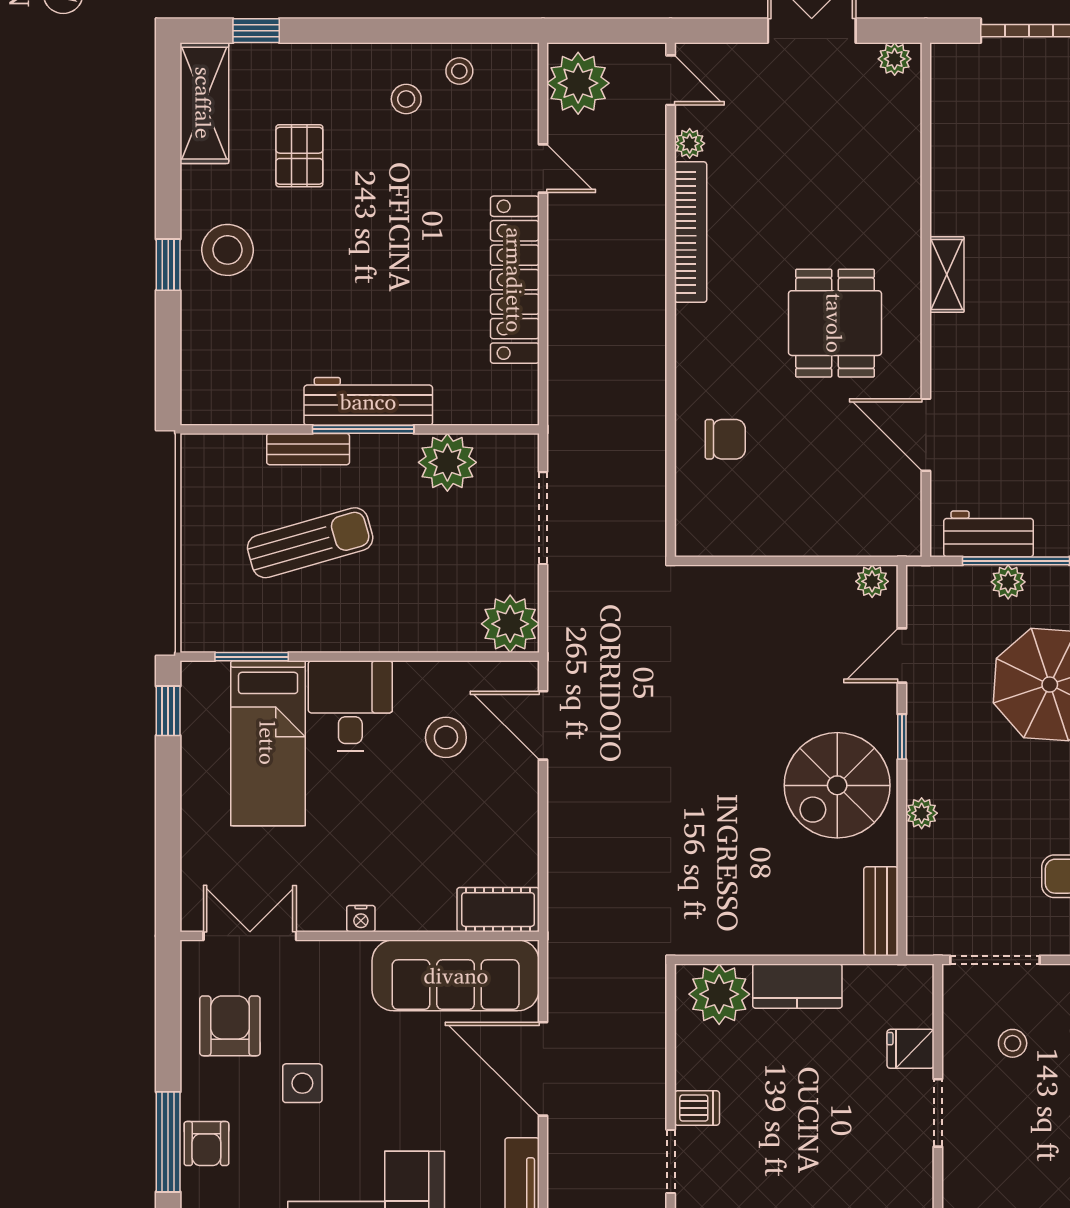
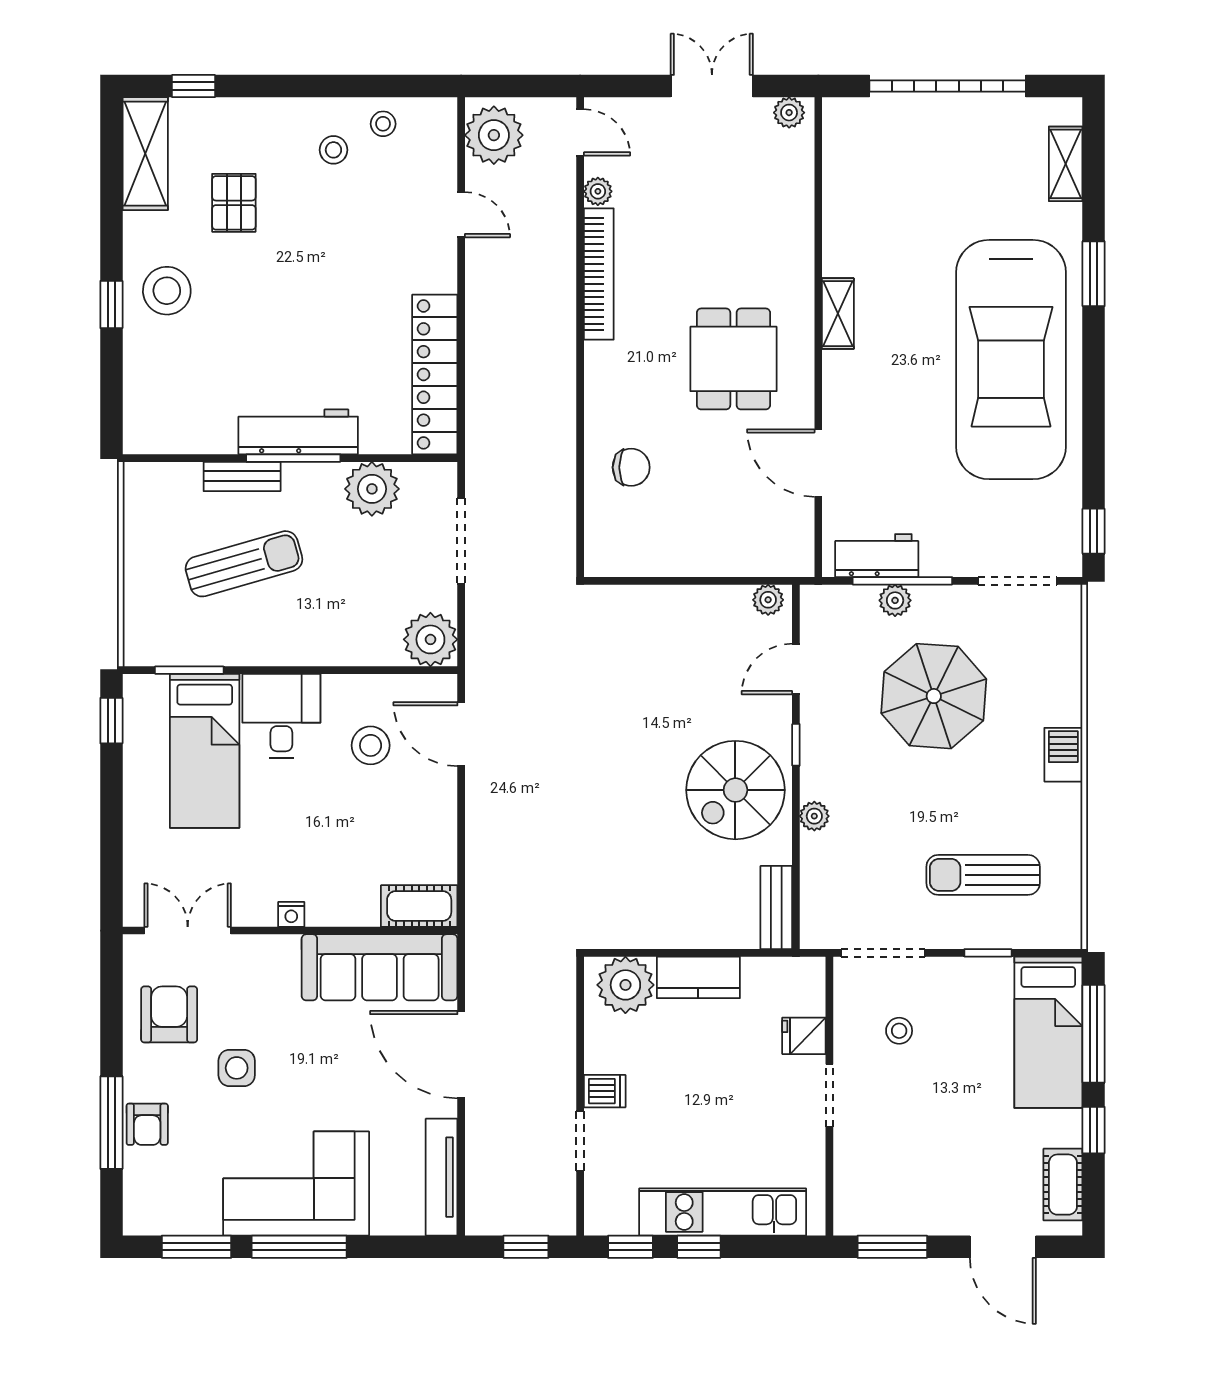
locker: (515, 280) -> (435, 374), moved

